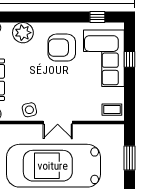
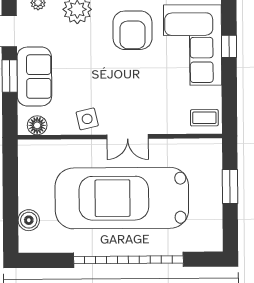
armchair: (62, 48) -> (132, 30), turned -90

